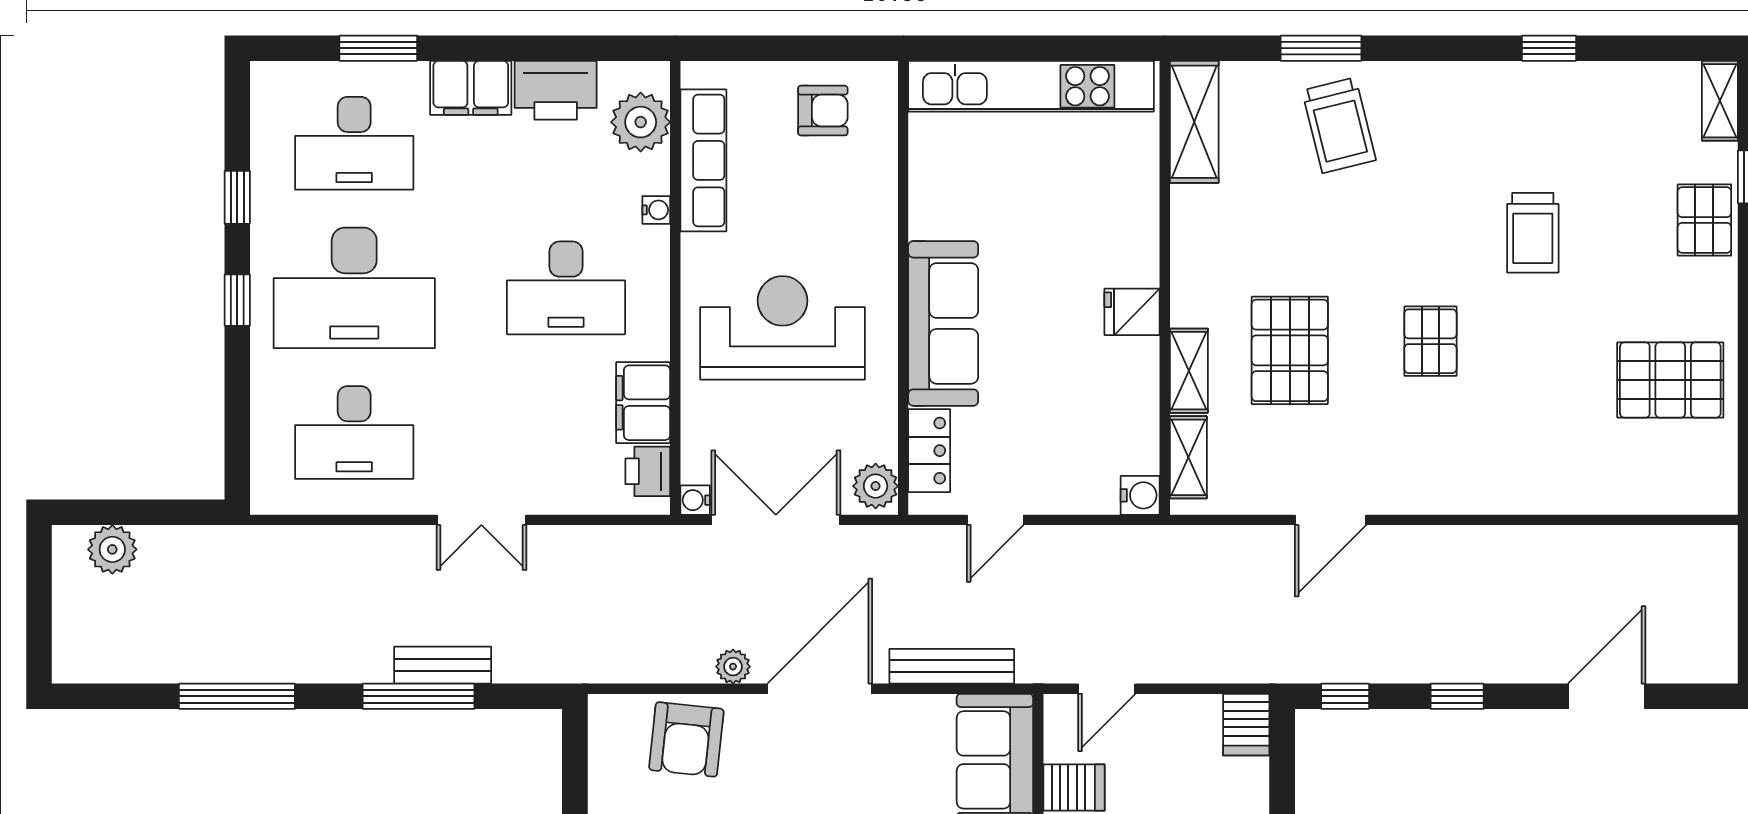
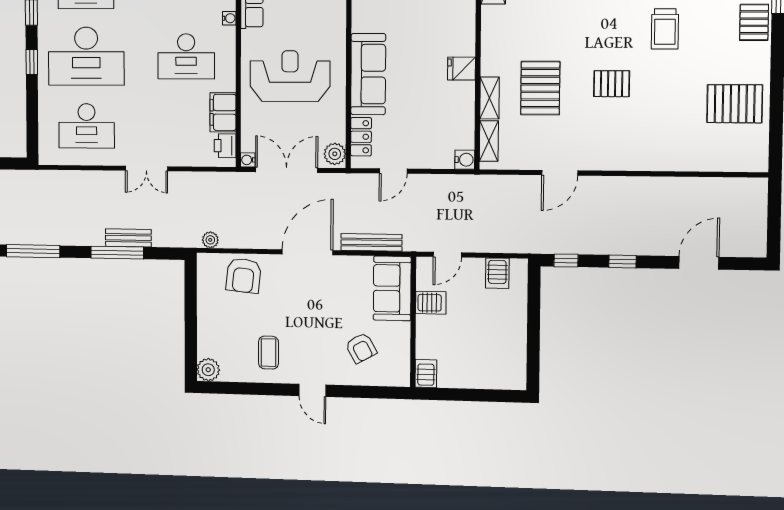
pallet: (1430, 341) -> (612, 84), turned 90
plant: (733, 667) -> (210, 240), moved
server rack: (1246, 725) -> (497, 273), moved

